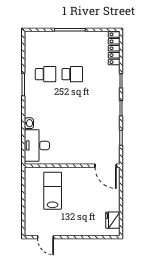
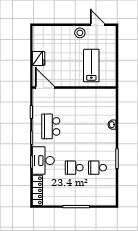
school desk: (99, 121) -> (51, 126), added
desk: (37, 145) -> (43, 161), moved, turned 180
lab bench: (53, 191) -> (91, 66), turned 180
fridge: (113, 220) -> (39, 58), moved
stool: (66, 228) -> (80, 33), added

